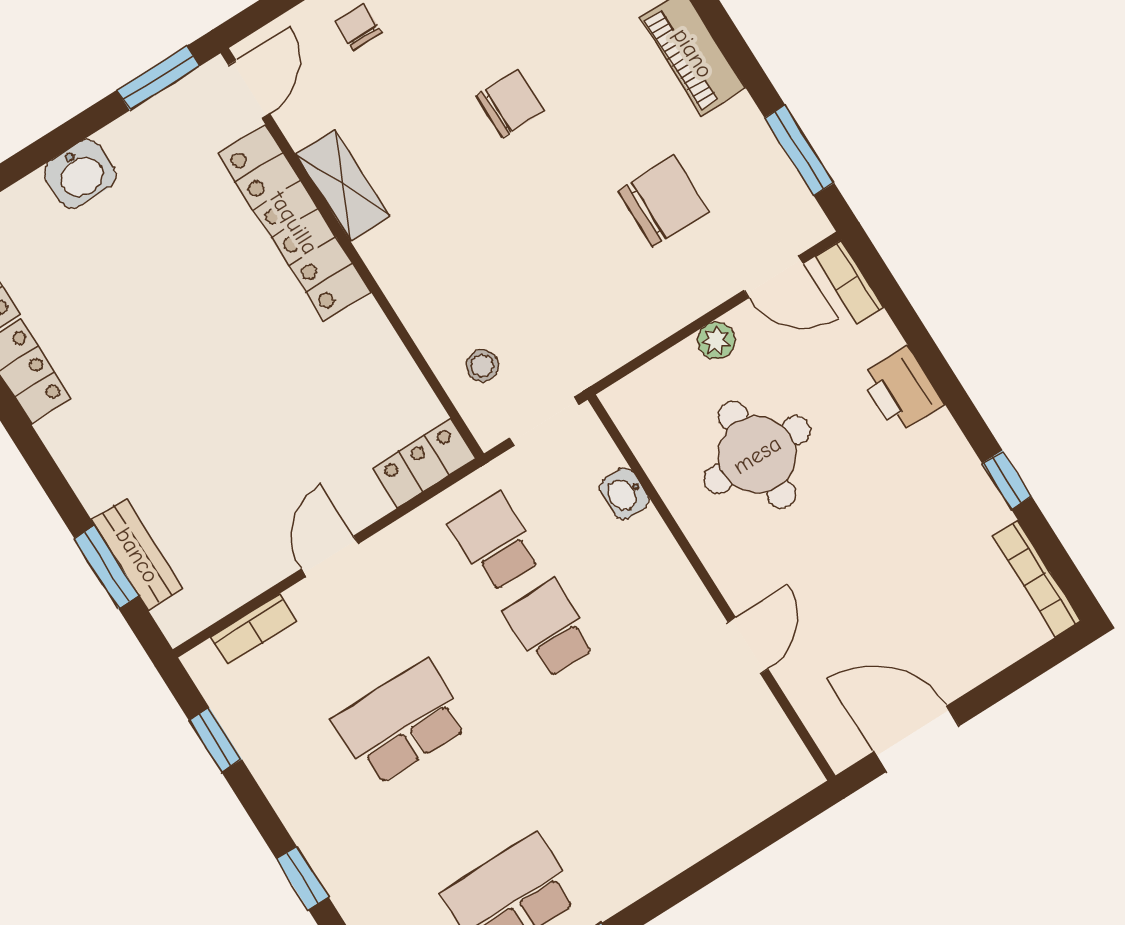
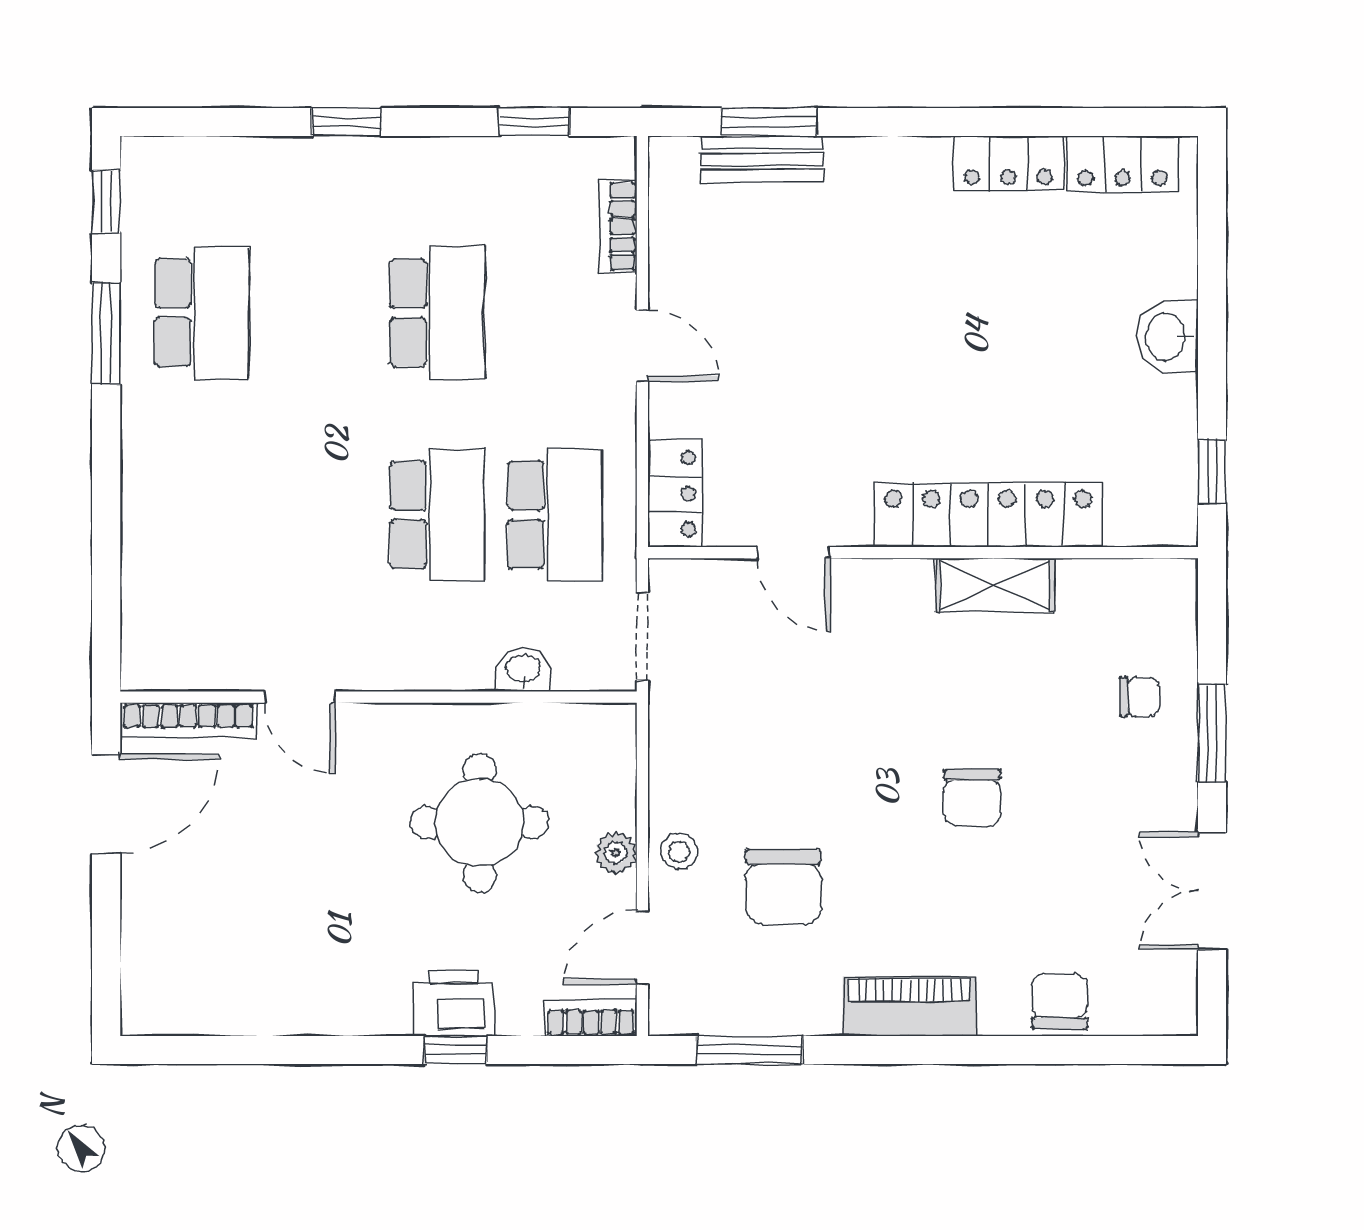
window: (158, 78) -> (1212, 471), width x0.67
door: (249, 89) -> (794, 553), moved
stool: (482, 366) -> (679, 851), moved
window: (1007, 480) -> (456, 1050), moved
school desk: (495, 542) -> (555, 515), width x1.85
bookcase: (1037, 578) -> (188, 720), moved, turned 180
school desk: (550, 629) -> (437, 515), width x1.85

